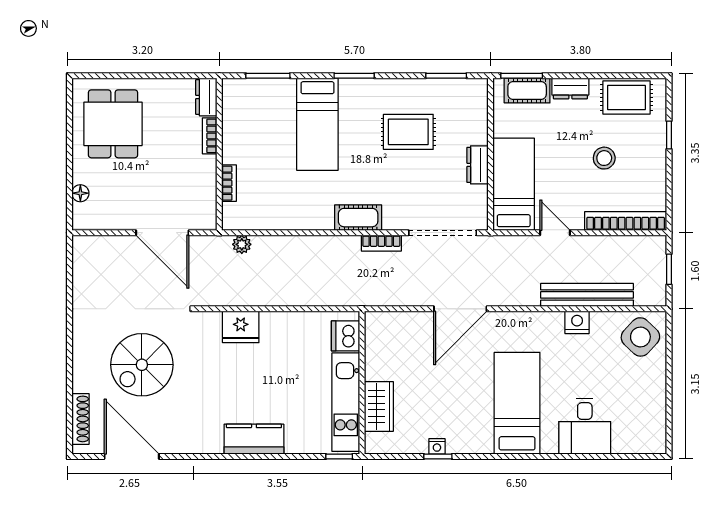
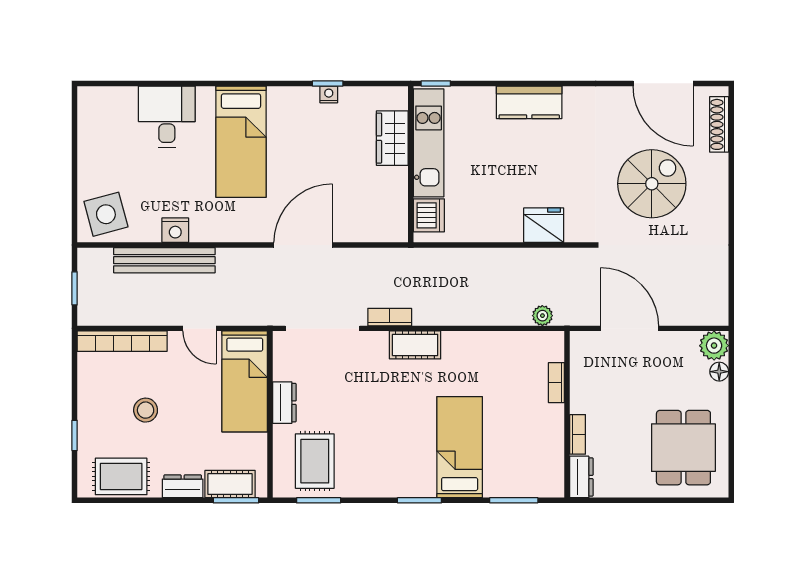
rug: (408, 132) -> (315, 461), moved, turned 90
plant: (85, 217) -> (714, 346), added
side table: (640, 337) -> (106, 214), turned 32

